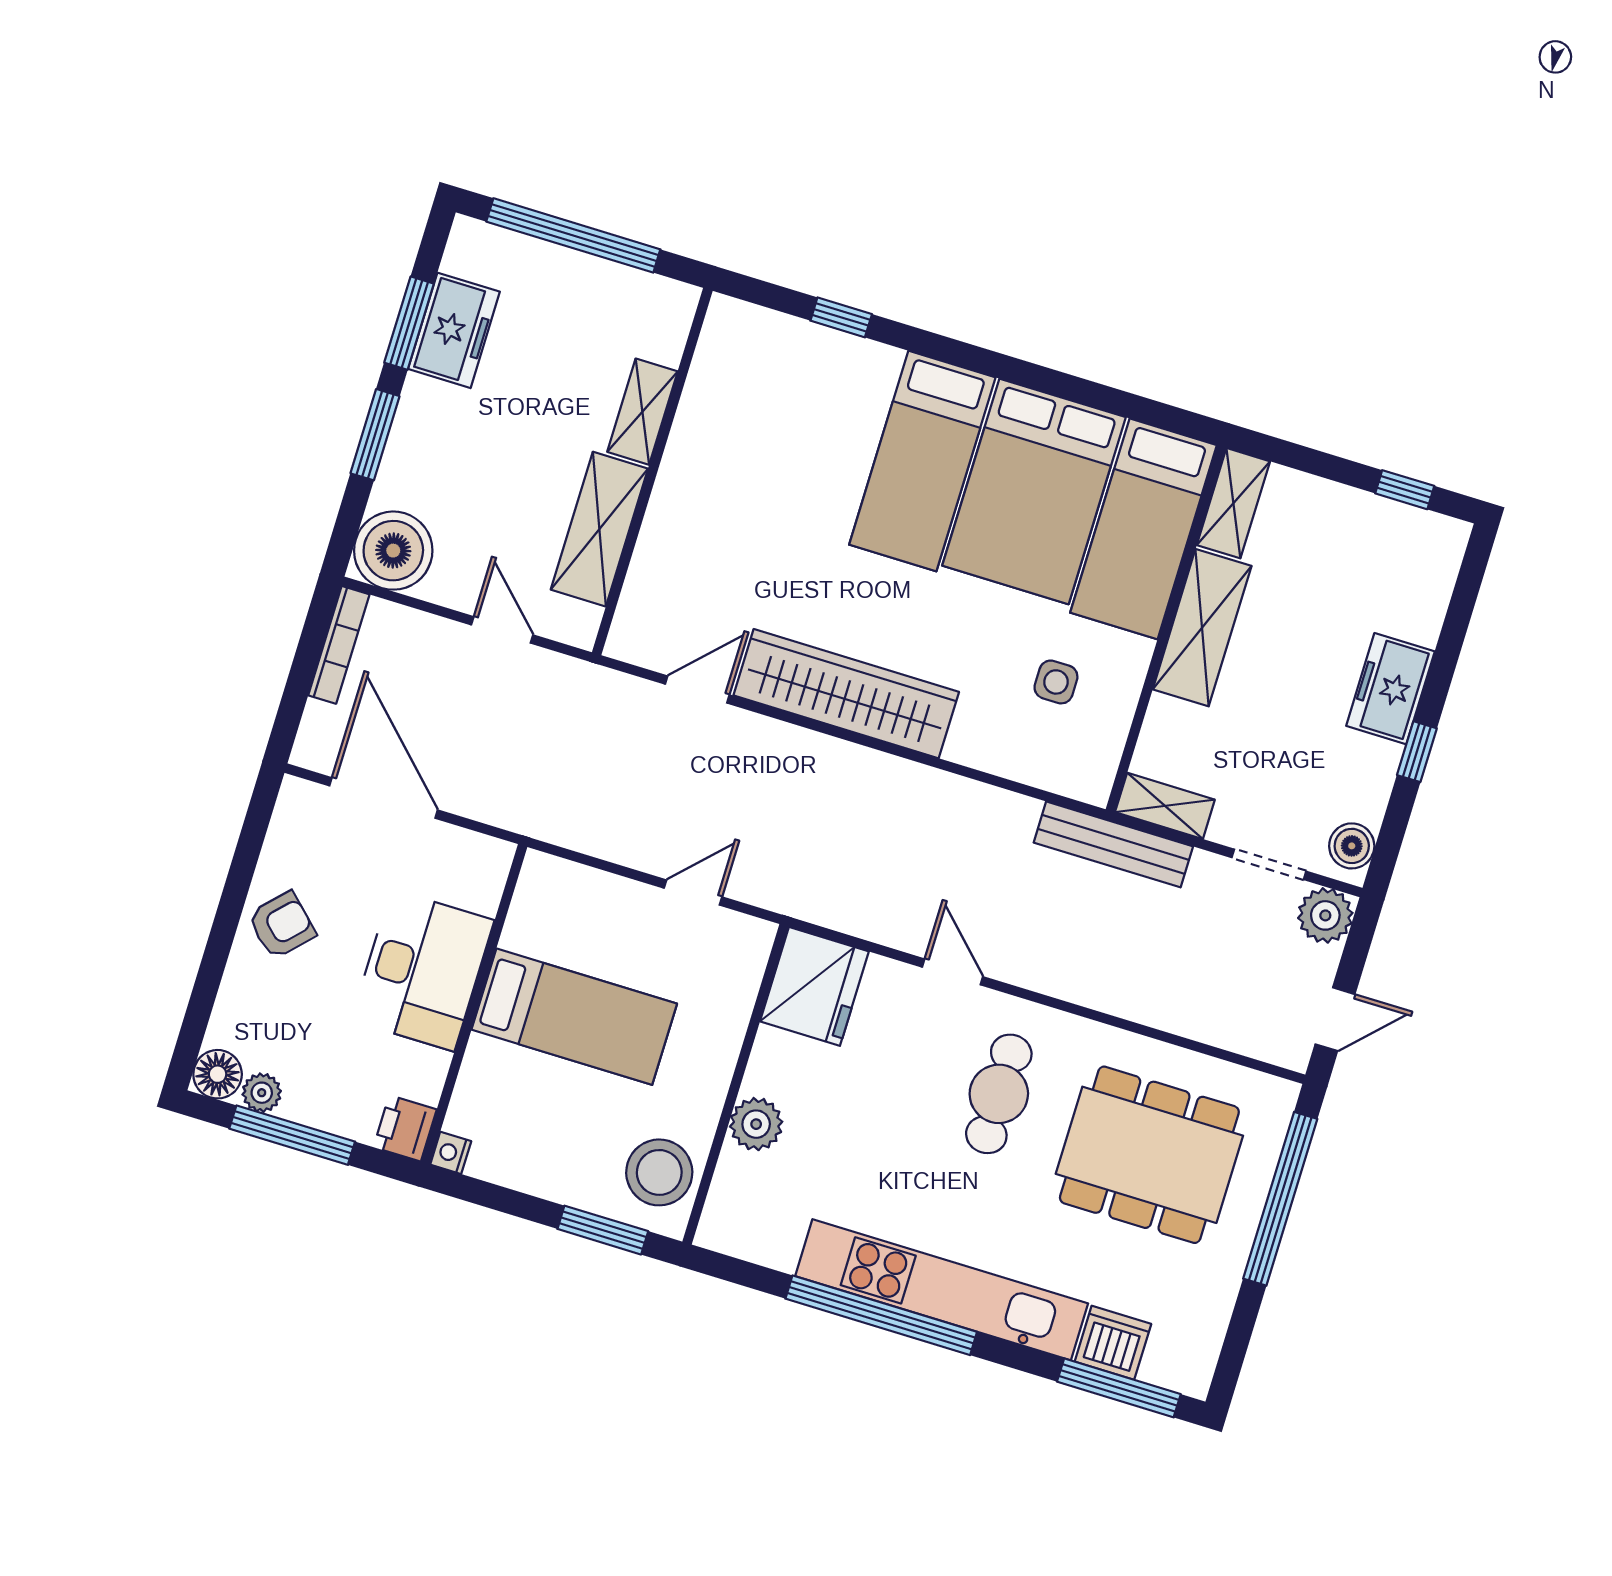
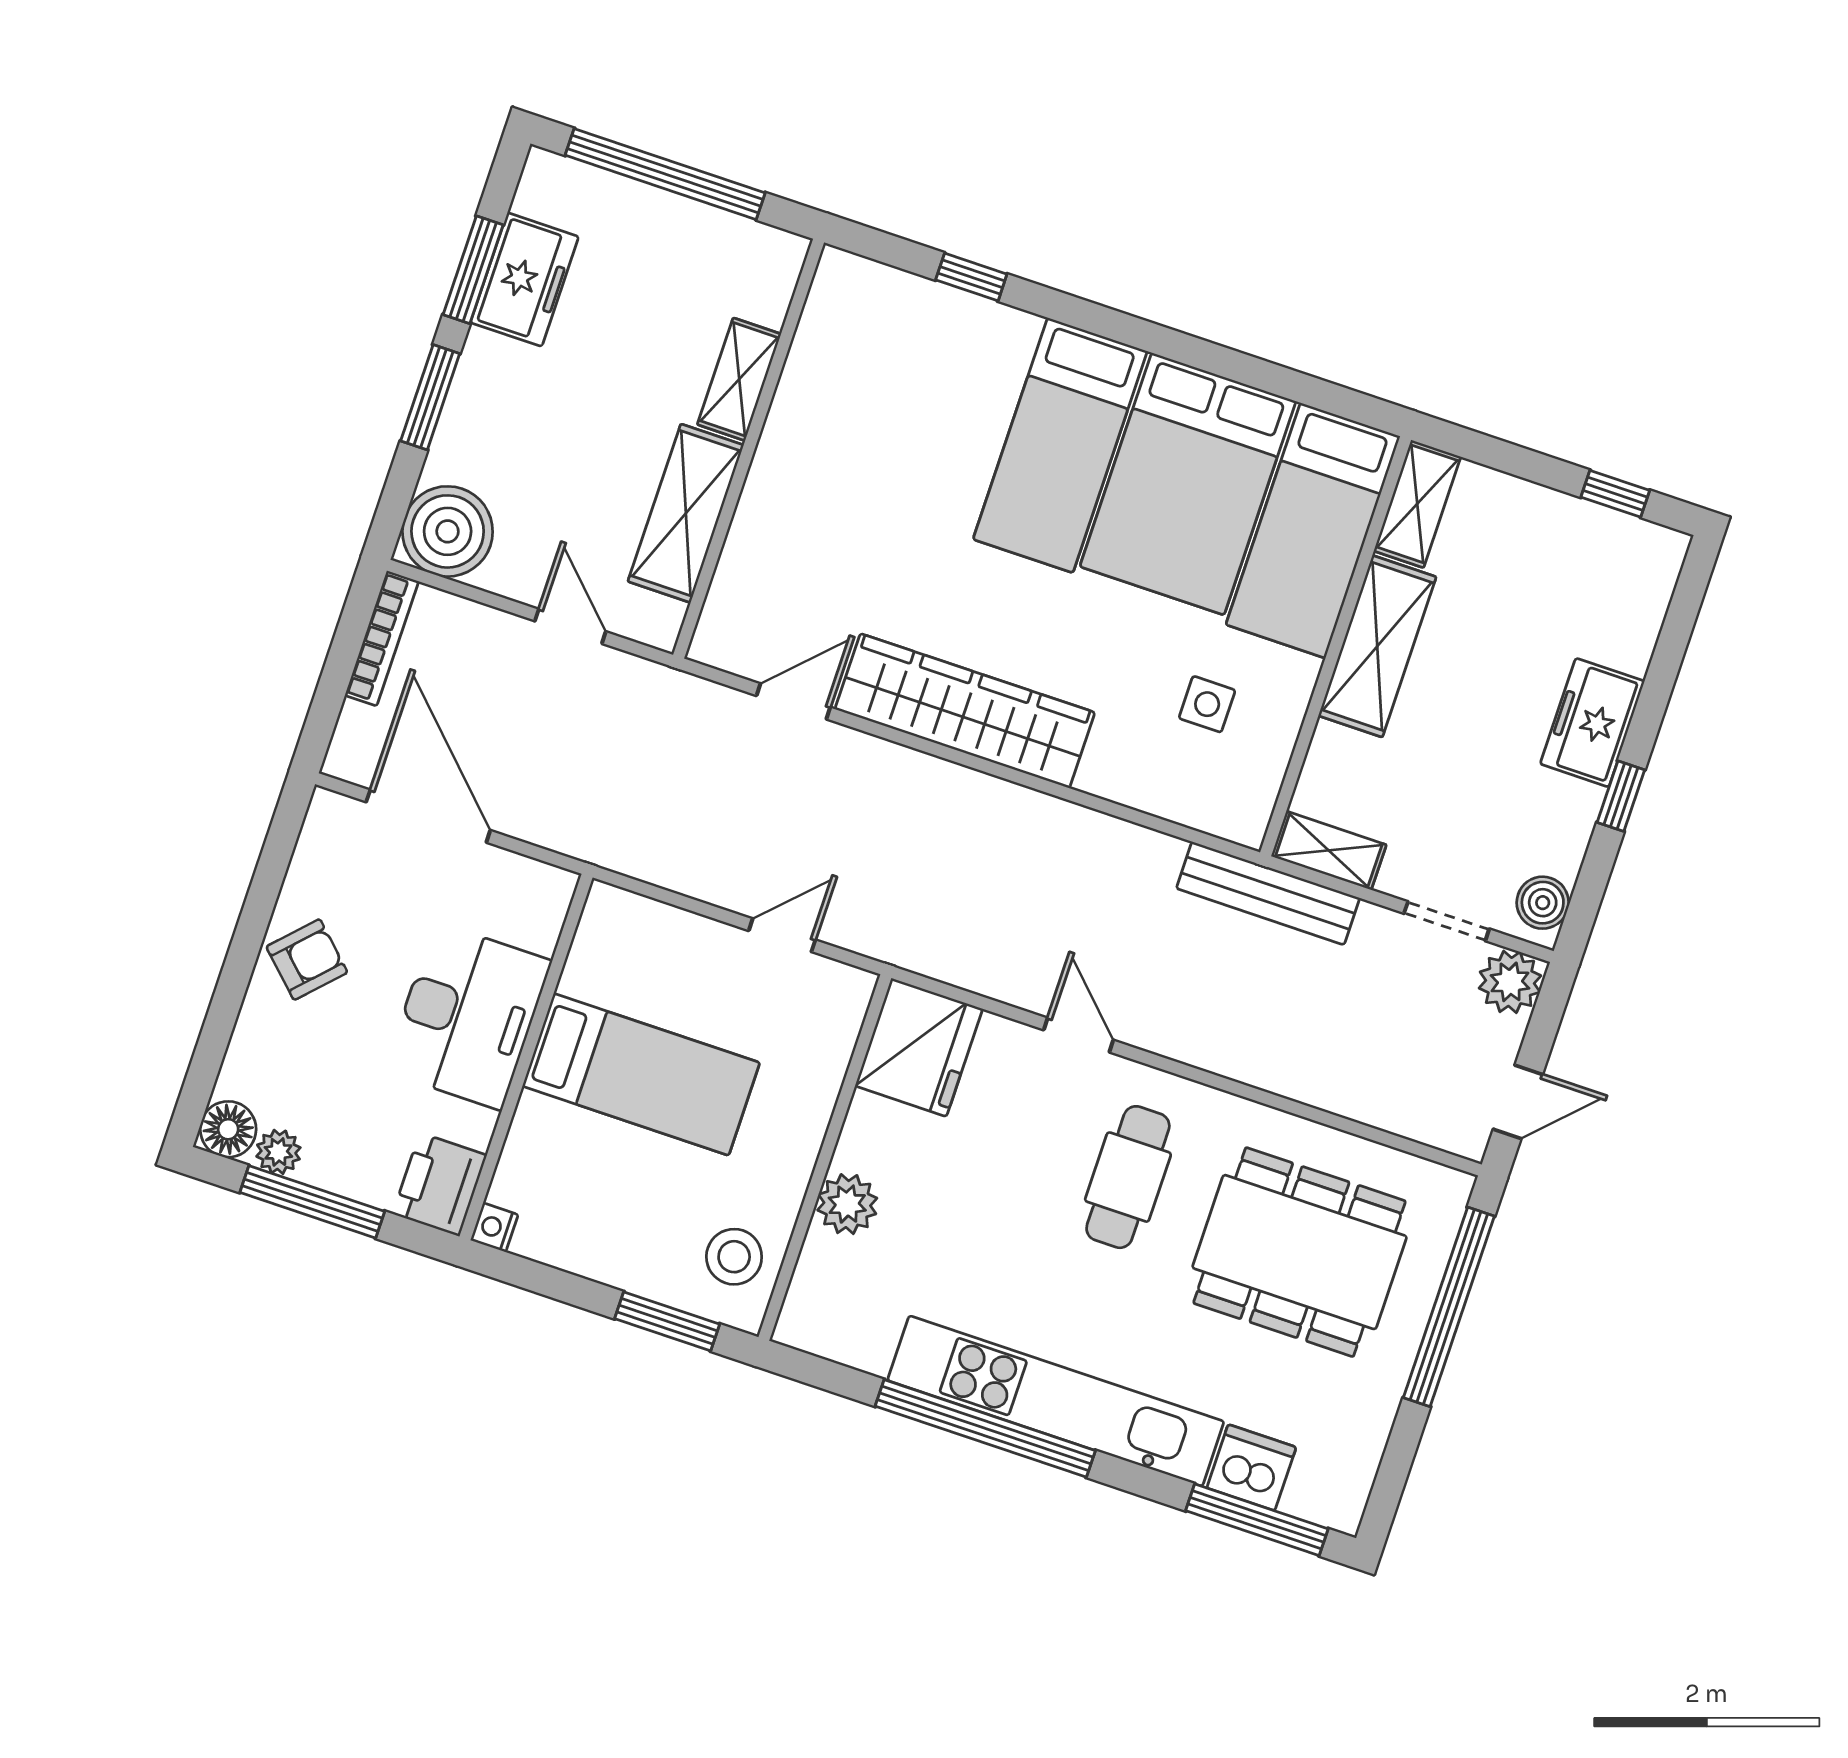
printer: (405, 1128) -> (440, 1185), width x1.36, depth x1.24
stool: (659, 1172) -> (734, 1257), width x0.73, depth x0.73

